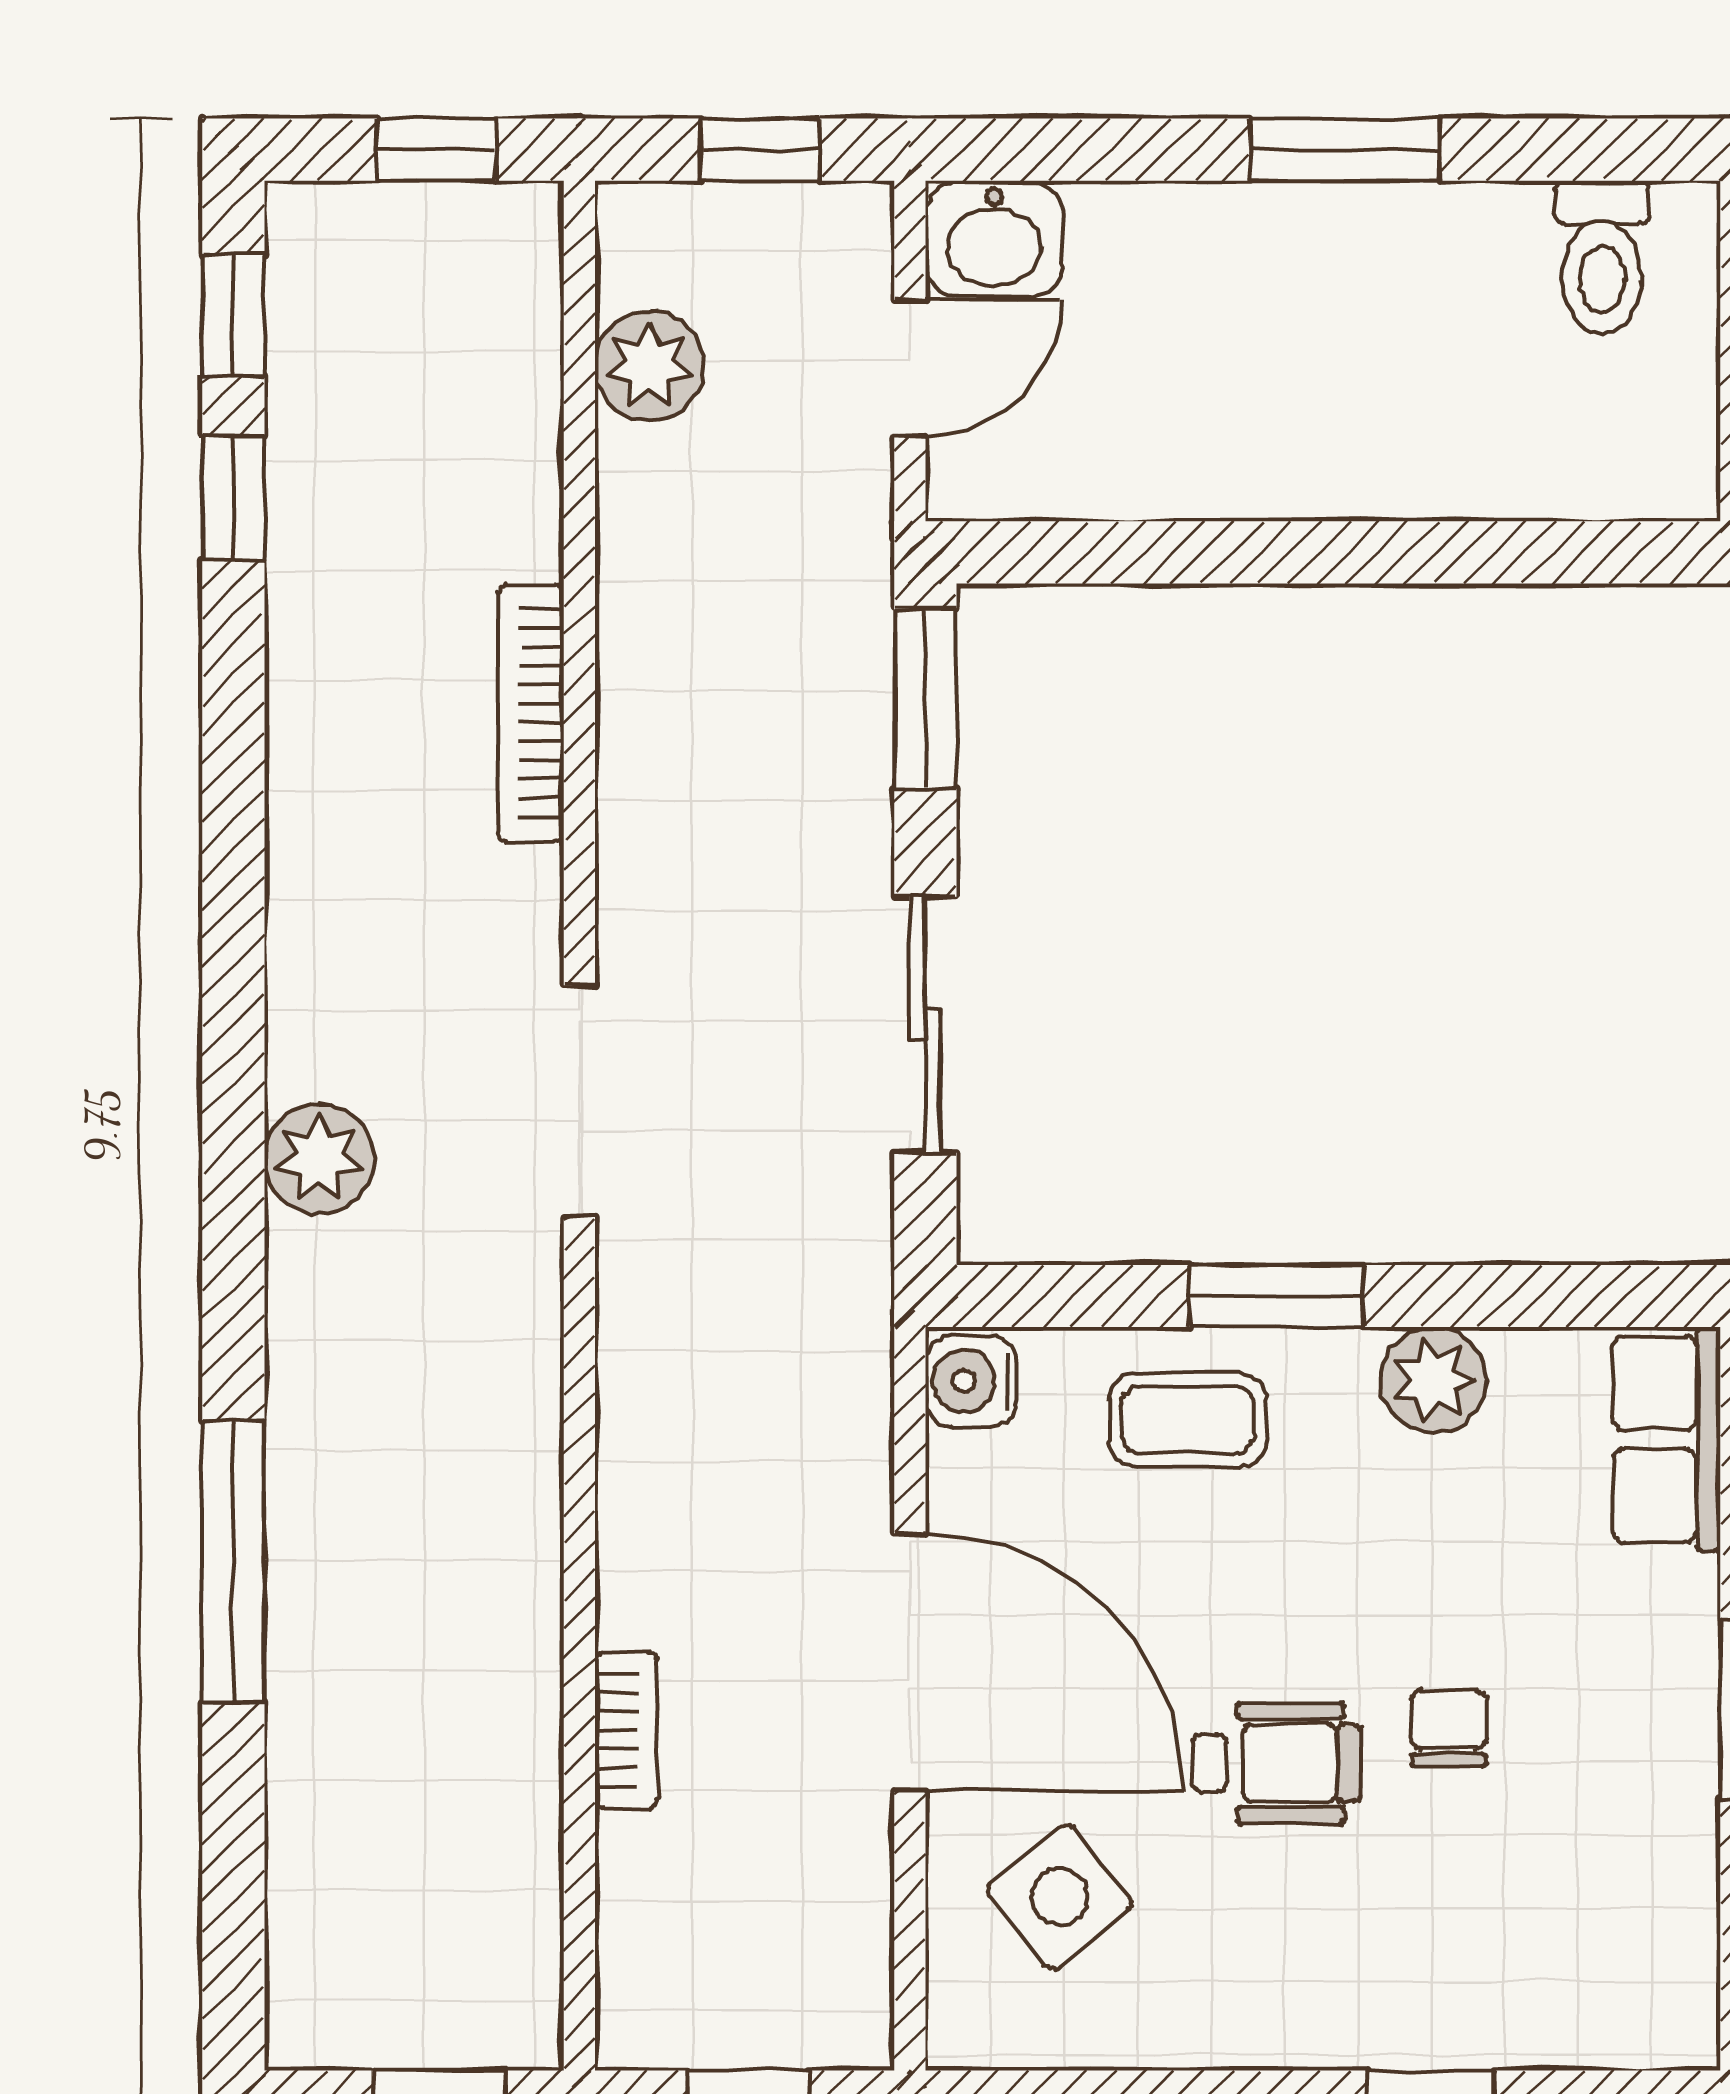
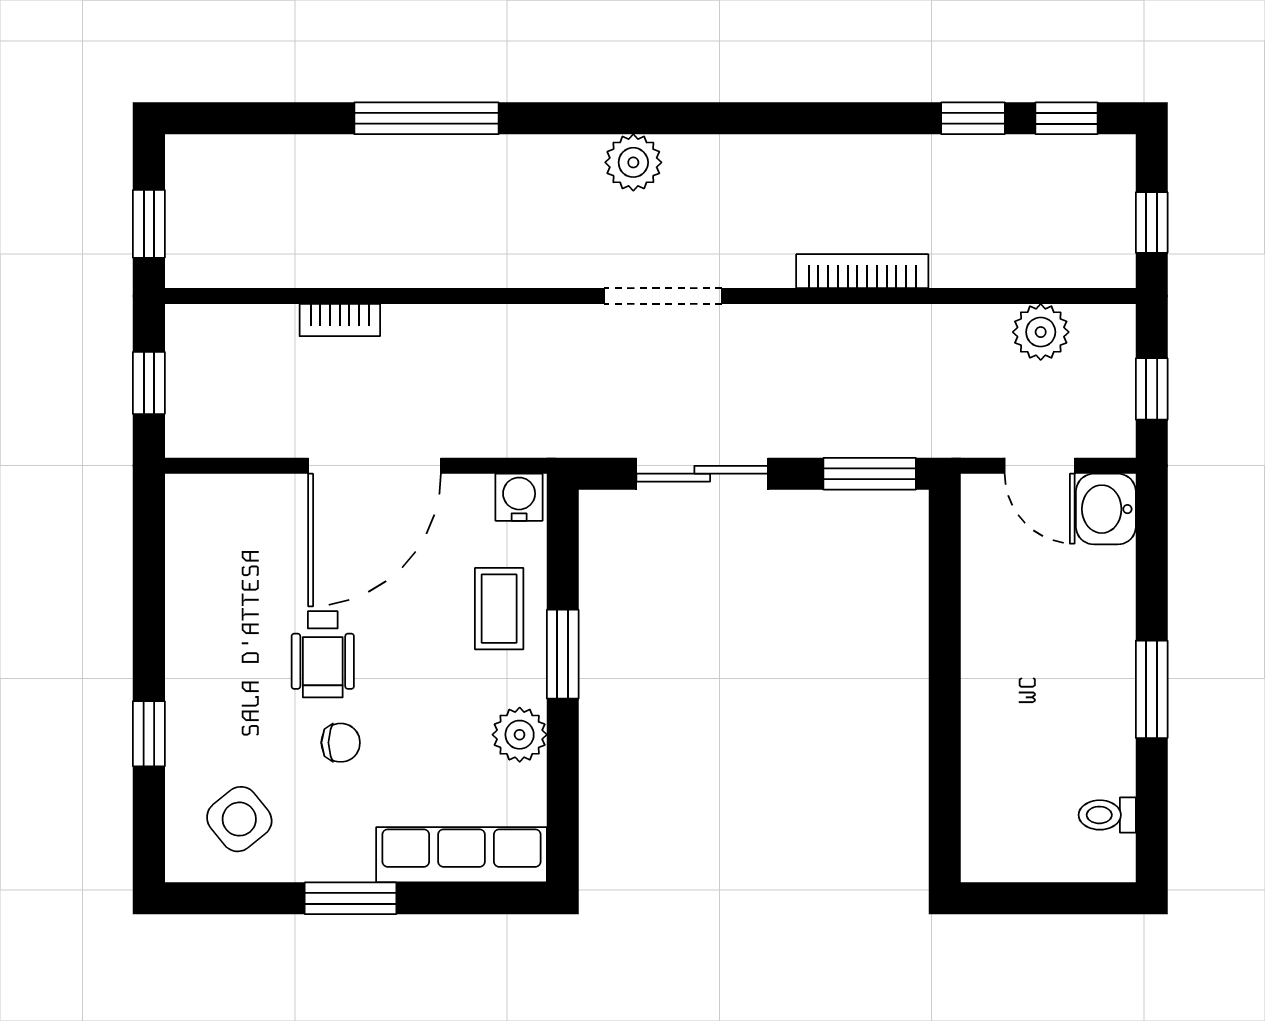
toilet: (1602, 258) -> (1107, 815), width x0.73, depth x0.72
row of seats: (1667, 1439) -> (461, 855), width x1.48
side table: (1059, 1897) -> (239, 819), moved

